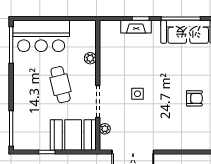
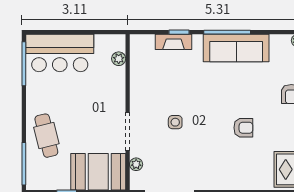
plant: (90, 58) -> (119, 59), moved
cafe table: (61, 85) -> (46, 136), moved

